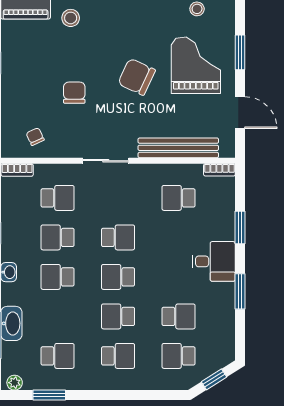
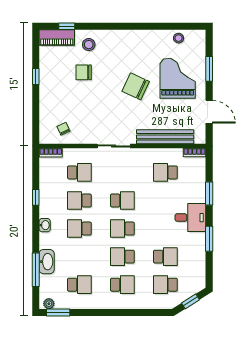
chair: (74, 93) -> (84, 72), moved, turned -90
window: (49, 395) -> (58, 312), moved

